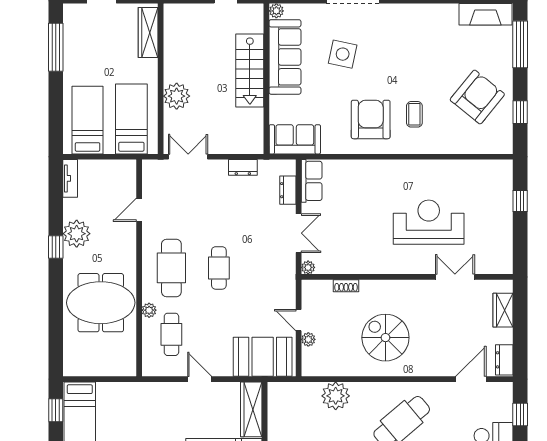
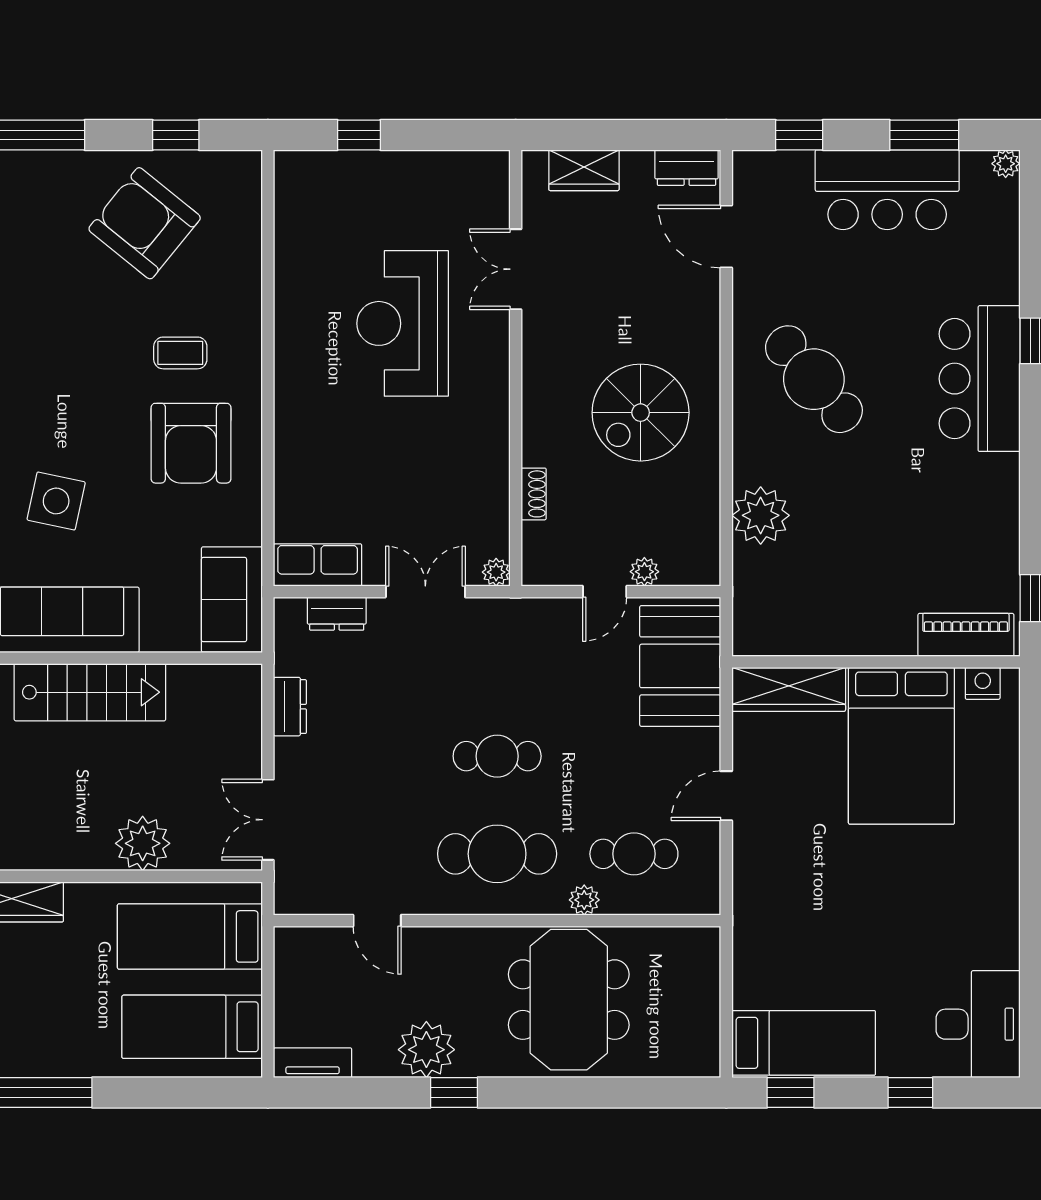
armchair: (371, 119) -> (191, 443), turned -90

